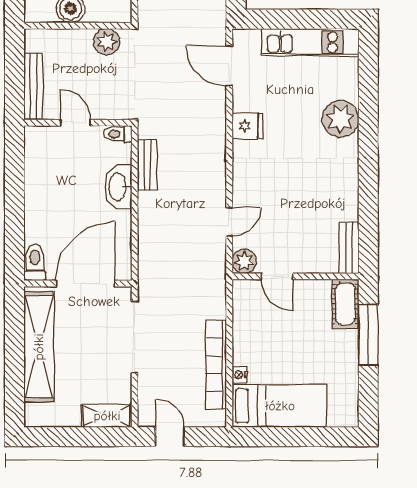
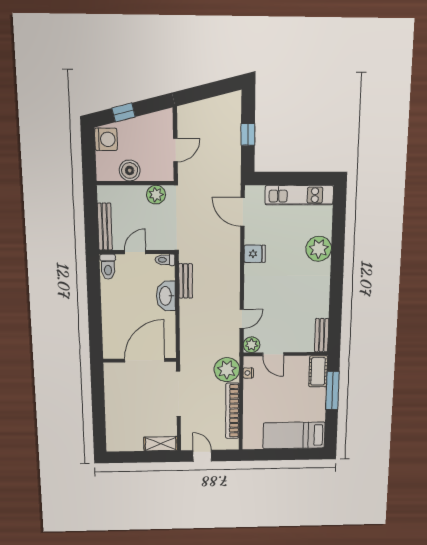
door: (75, 123) -> (135, 252), hinge flipped
toilet: (35, 263) -> (108, 267), moved, turned 180
plant: (207, 300) -> (227, 370), added
shelving: (39, 347) -> (115, 401), removed
nightstand: (240, 375) -> (248, 373), moved
bed: (280, 406) -> (294, 435), moved, turned 180

